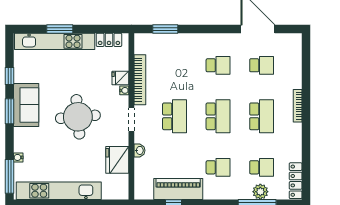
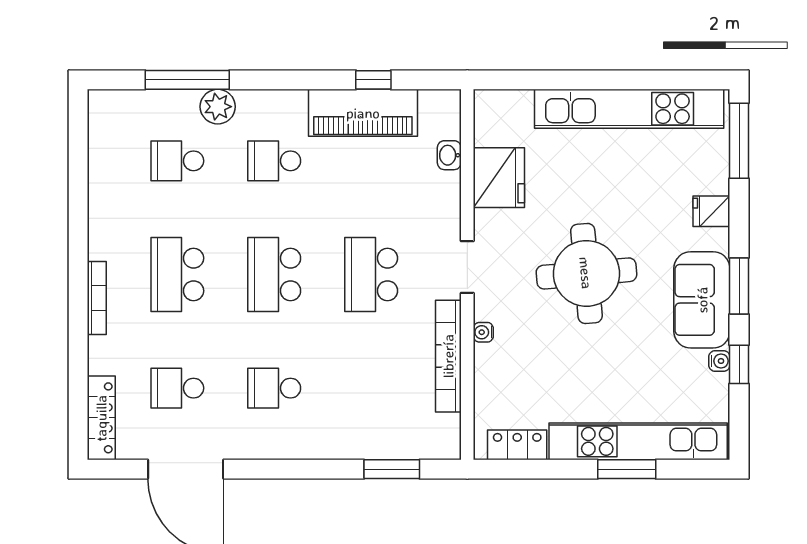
fridge: (120, 78) -> (711, 211), moved, turned 180
washbasin: (139, 150) -> (449, 155), moved
water cooler: (18, 157) -> (719, 361), moved
locker: (296, 181) -> (101, 418), moved
plant: (260, 192) -> (218, 107), moved

